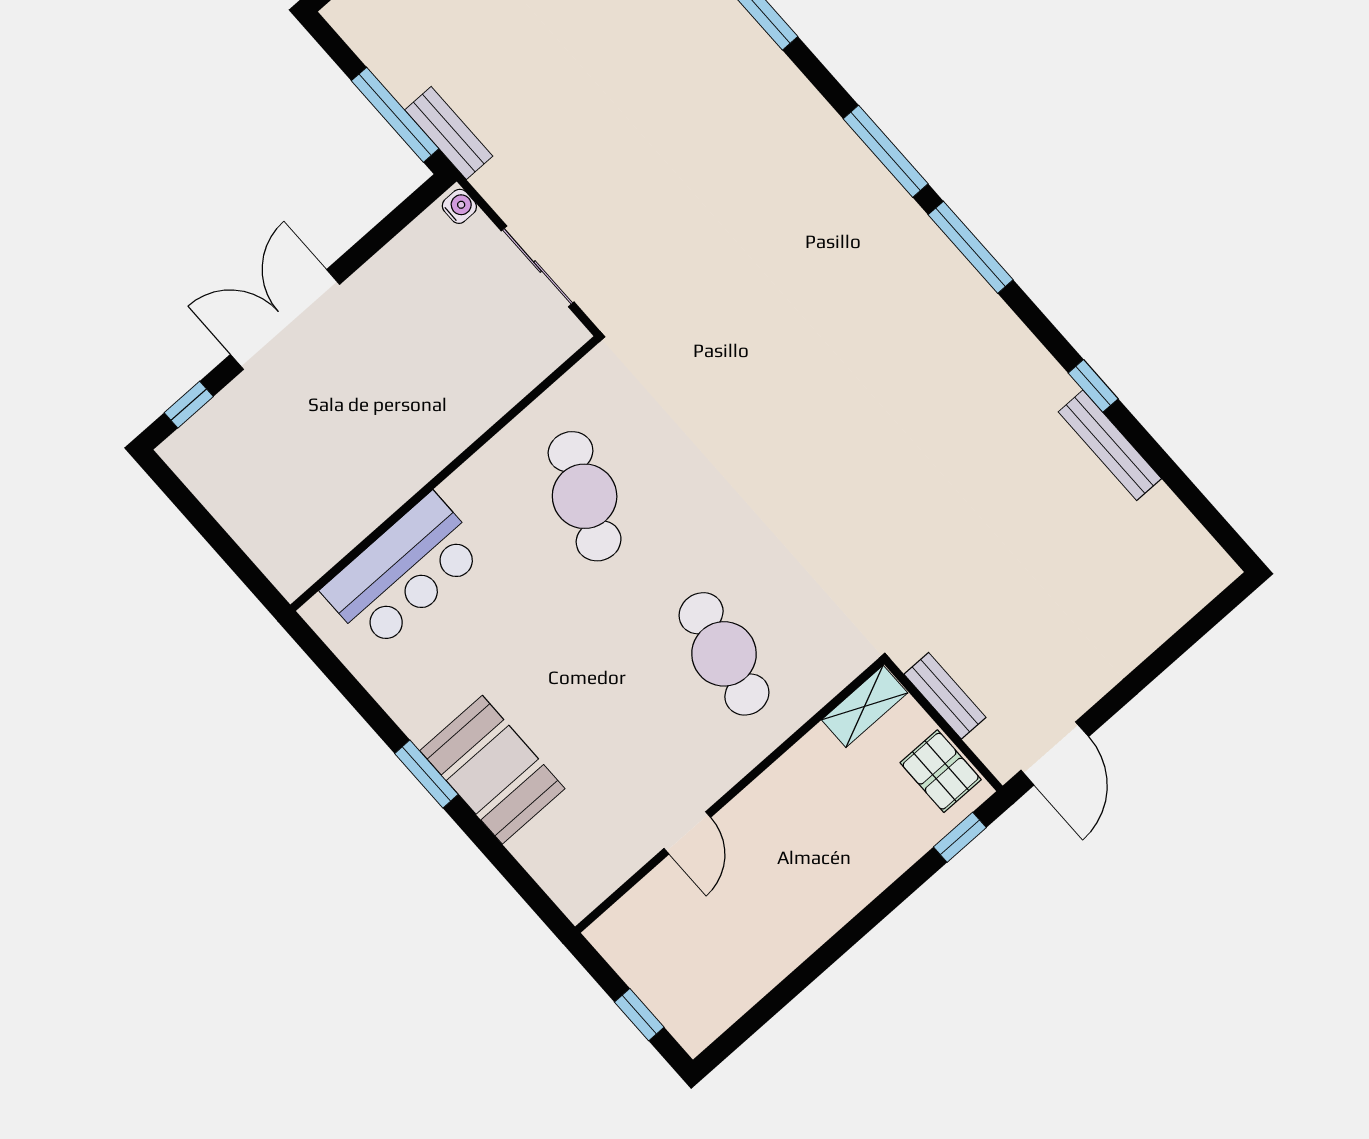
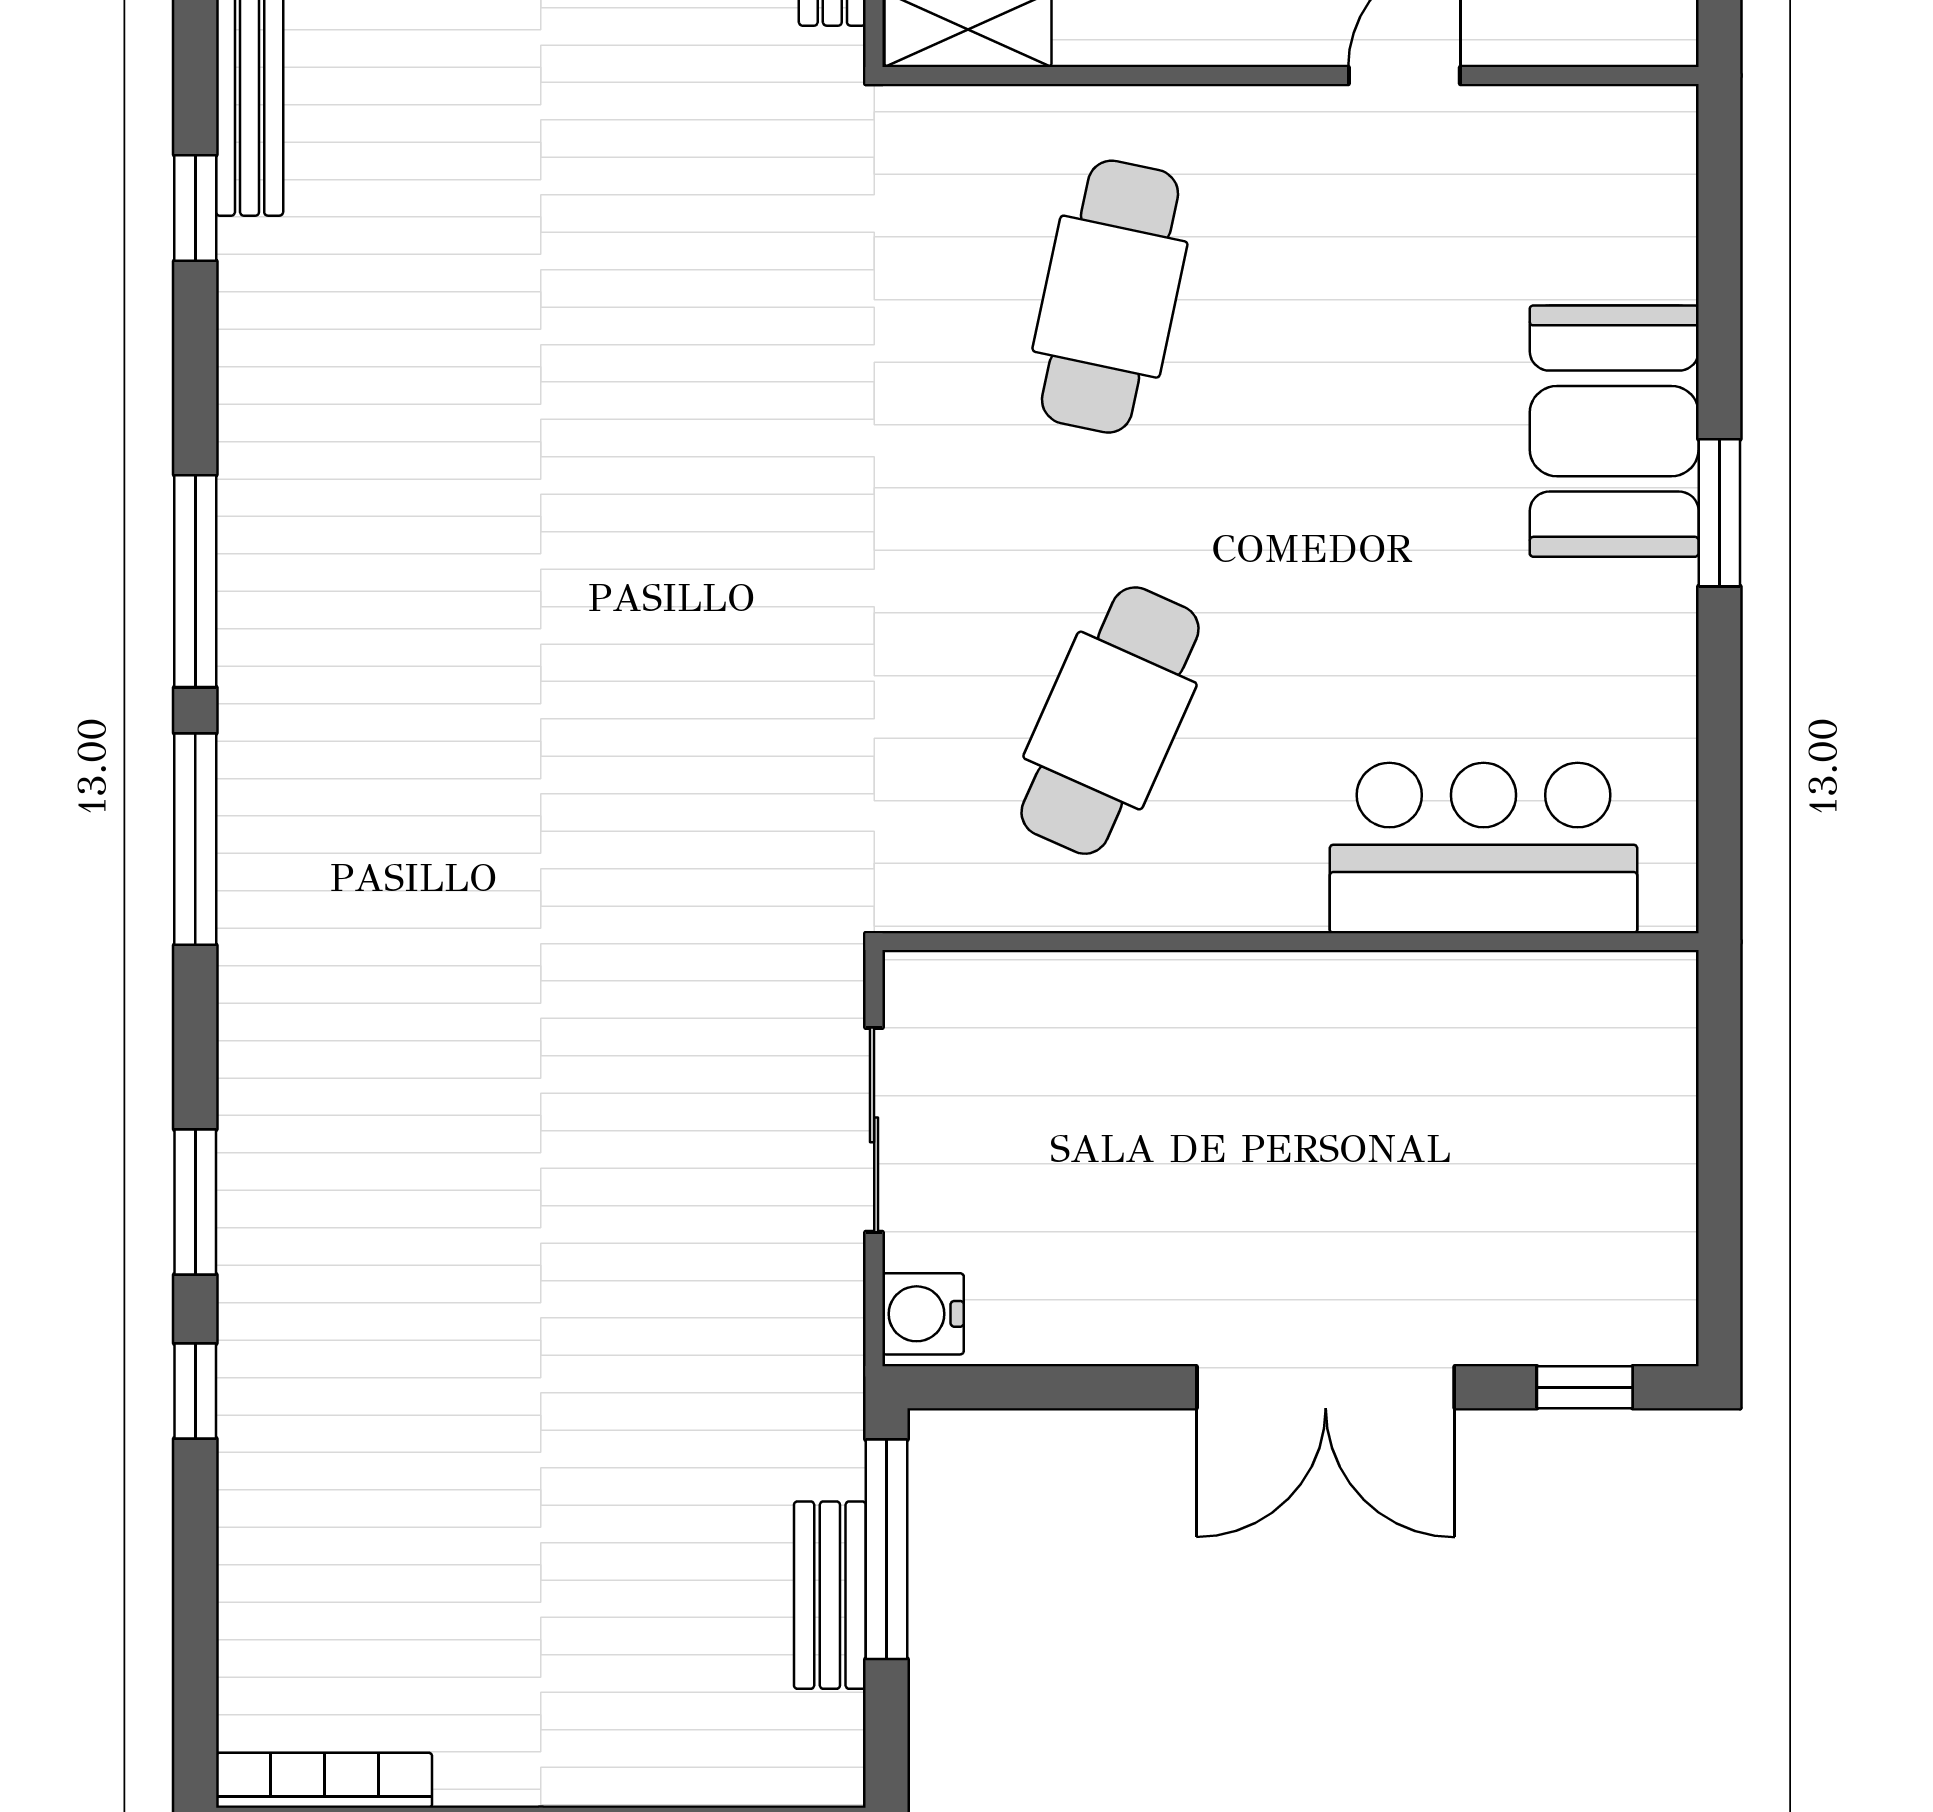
bench: (449, 133) -> (830, 1595), moved
water cooler: (459, 206) -> (923, 1314), width x1.38, depth x1.38

